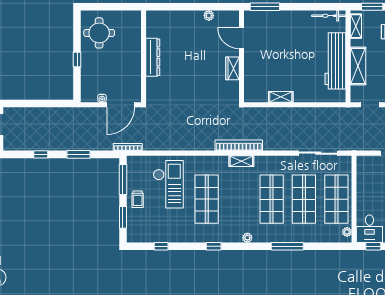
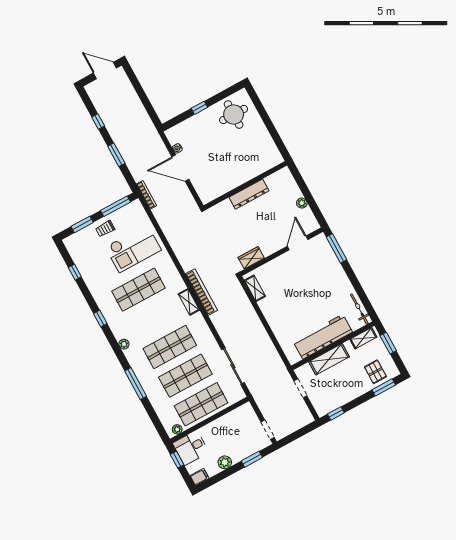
wall: (144, 56) -> (245, 185), moved
dresser: (153, 57) -> (249, 194), moved
wardrobe: (232, 68) -> (251, 258), moved
shelving: (281, 97) -> (255, 288), moved

